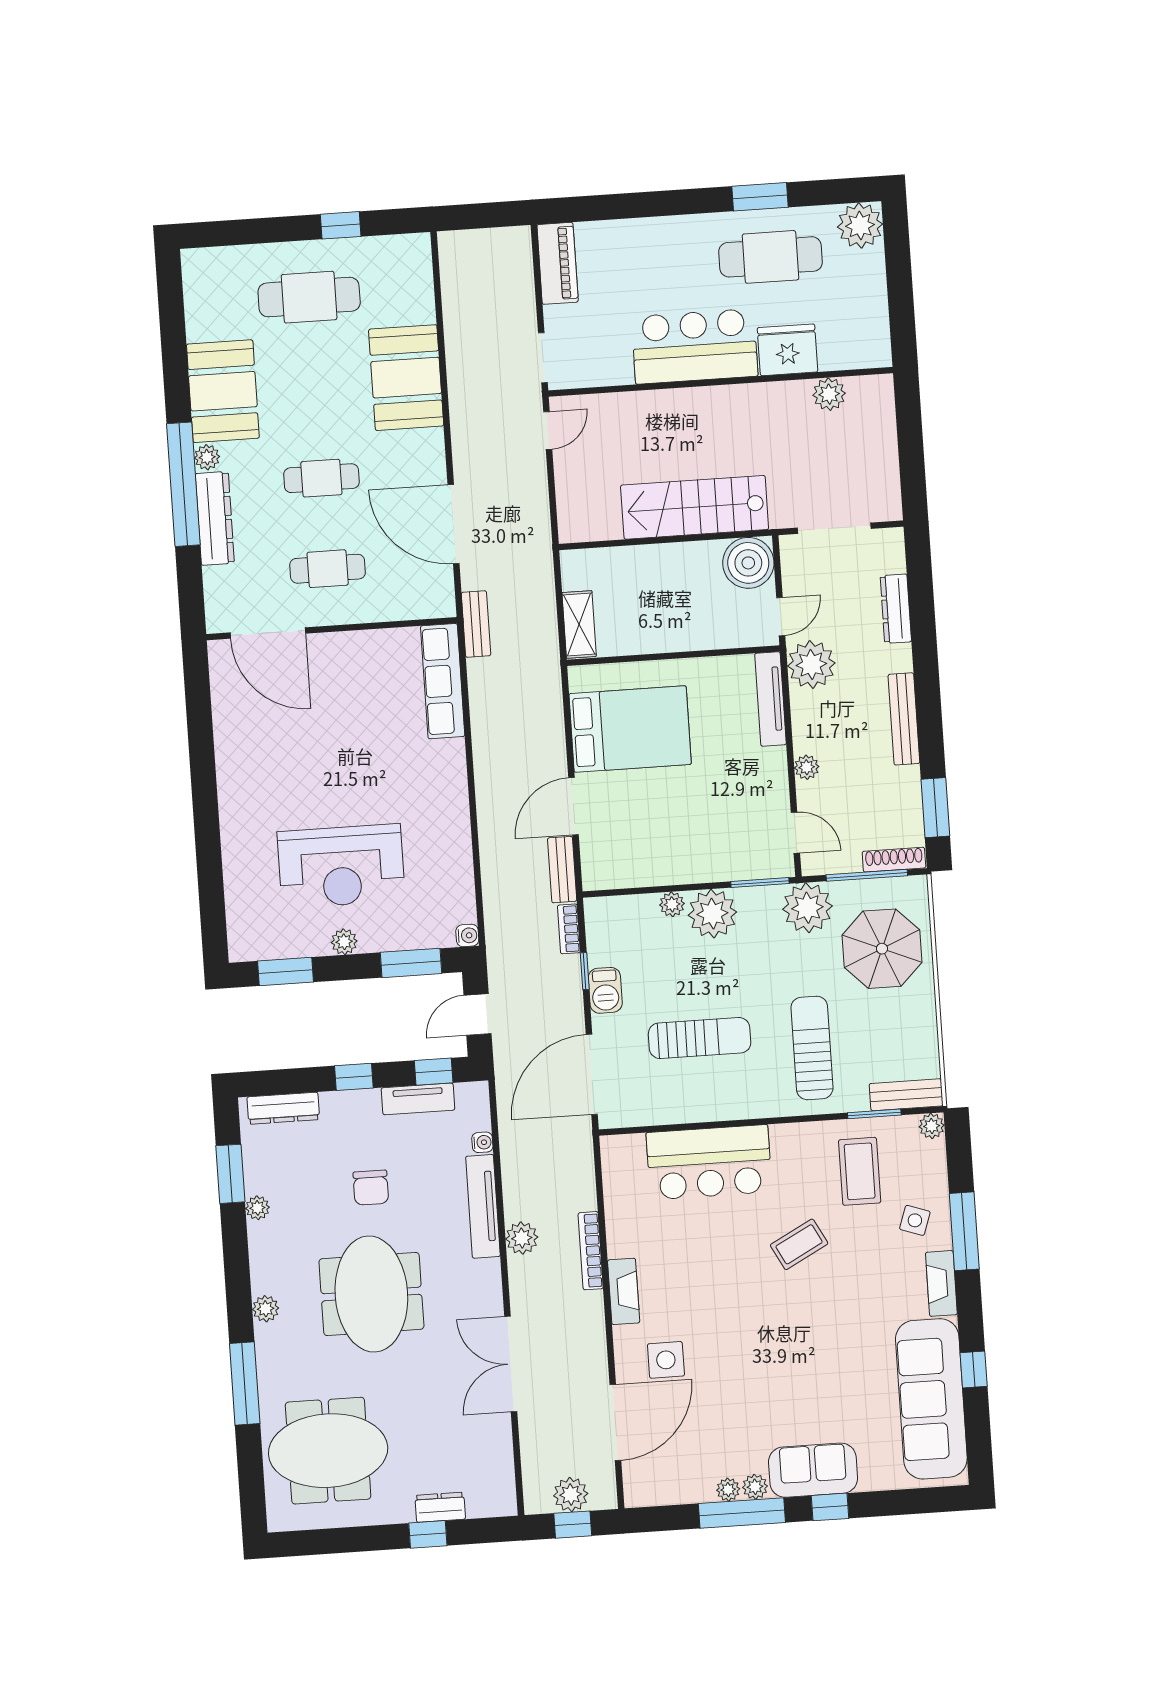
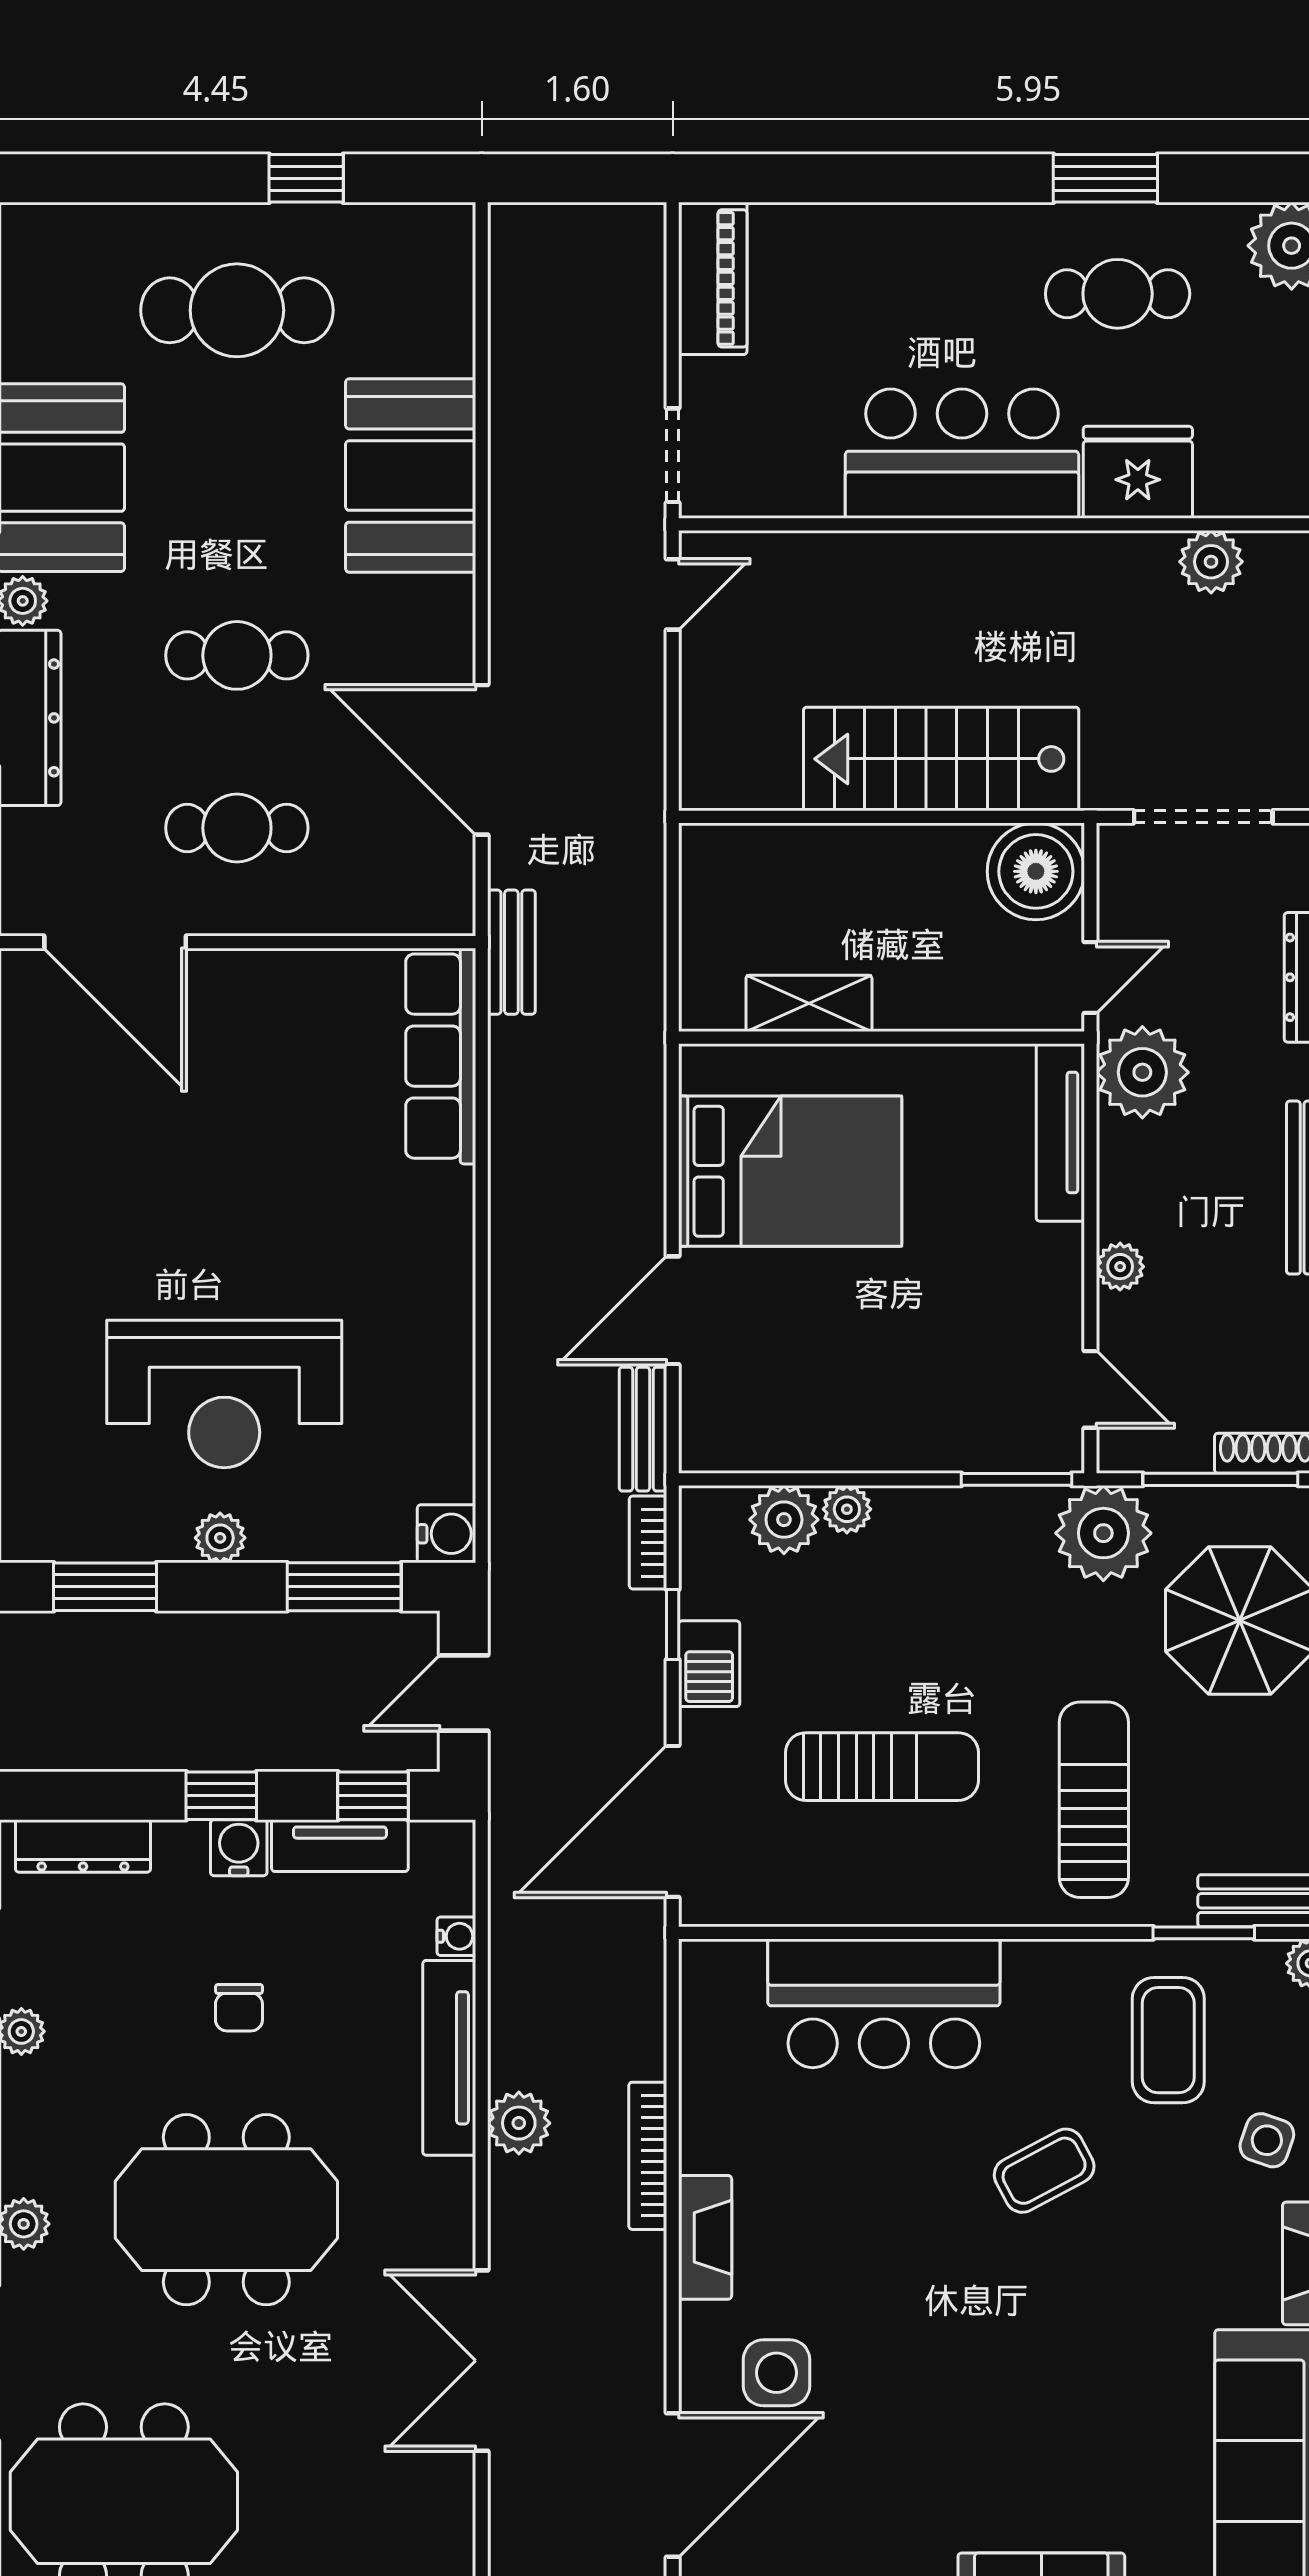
cafe table: (770, 257) -> (1118, 294), width x0.73, depth x0.74
shelving: (579, 624) -> (809, 1003), moved, turned 90
plant: (712, 914) -> (784, 1520), moved, width x0.73, depth x0.73
water cooler: (467, 935) -> (447, 1534), width x1.38, depth x1.38
water cooler: (365, 1104) -> (239, 1848), added
chair: (371, 1188) -> (239, 2008), width x0.73, depth x0.73
meeting table: (371, 1294) -> (226, 2210), turned 90

